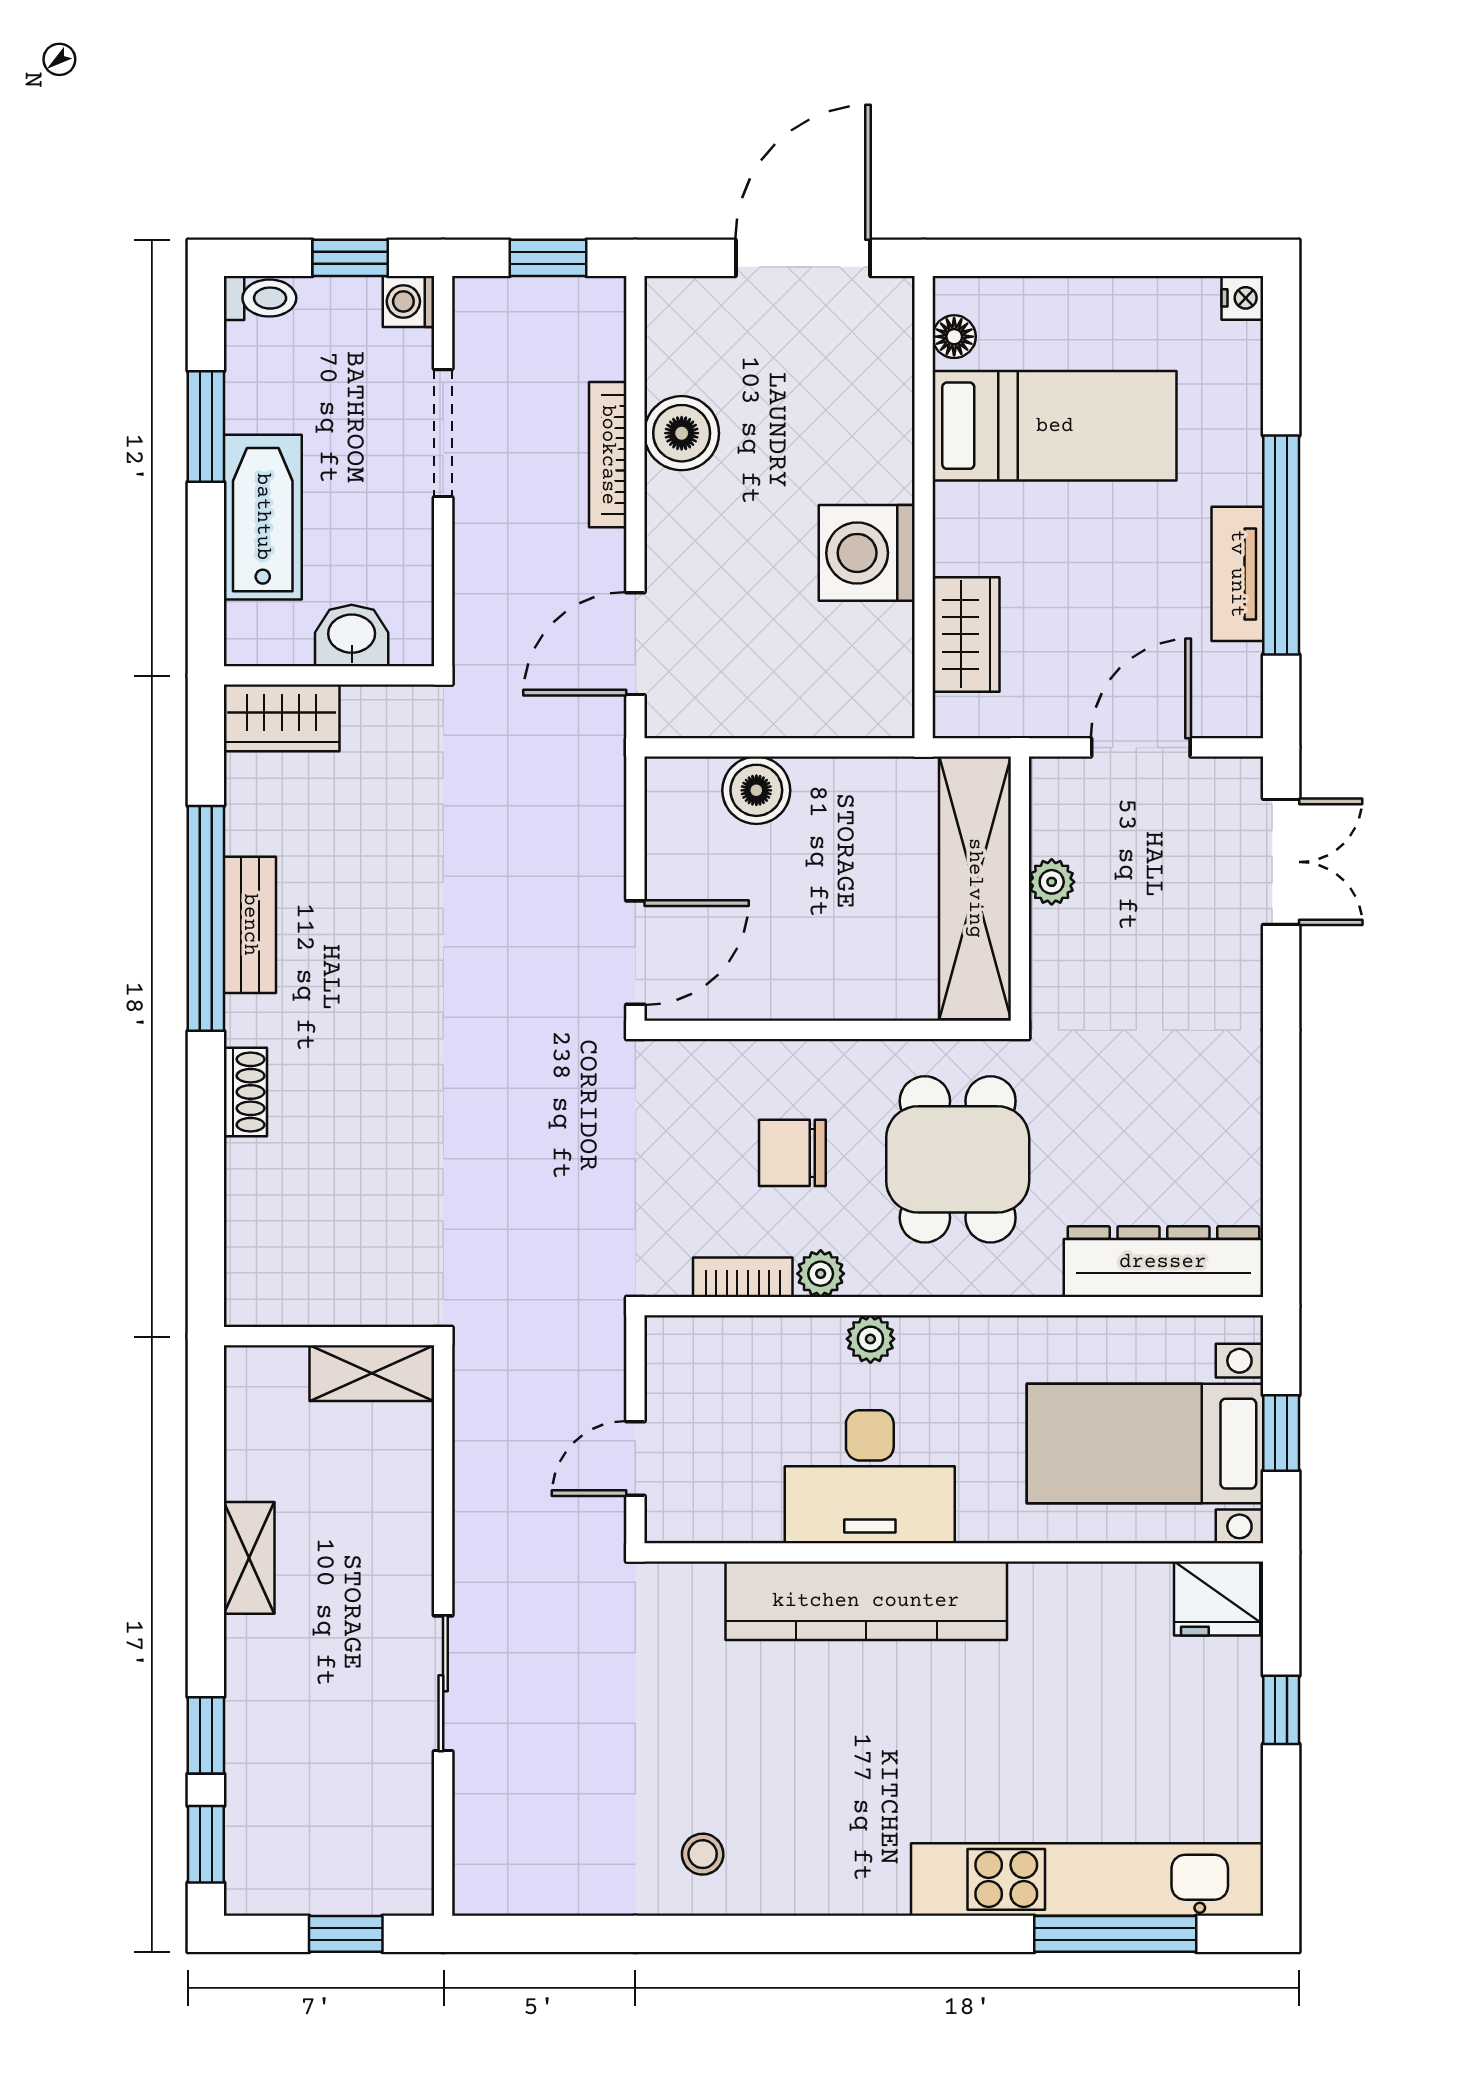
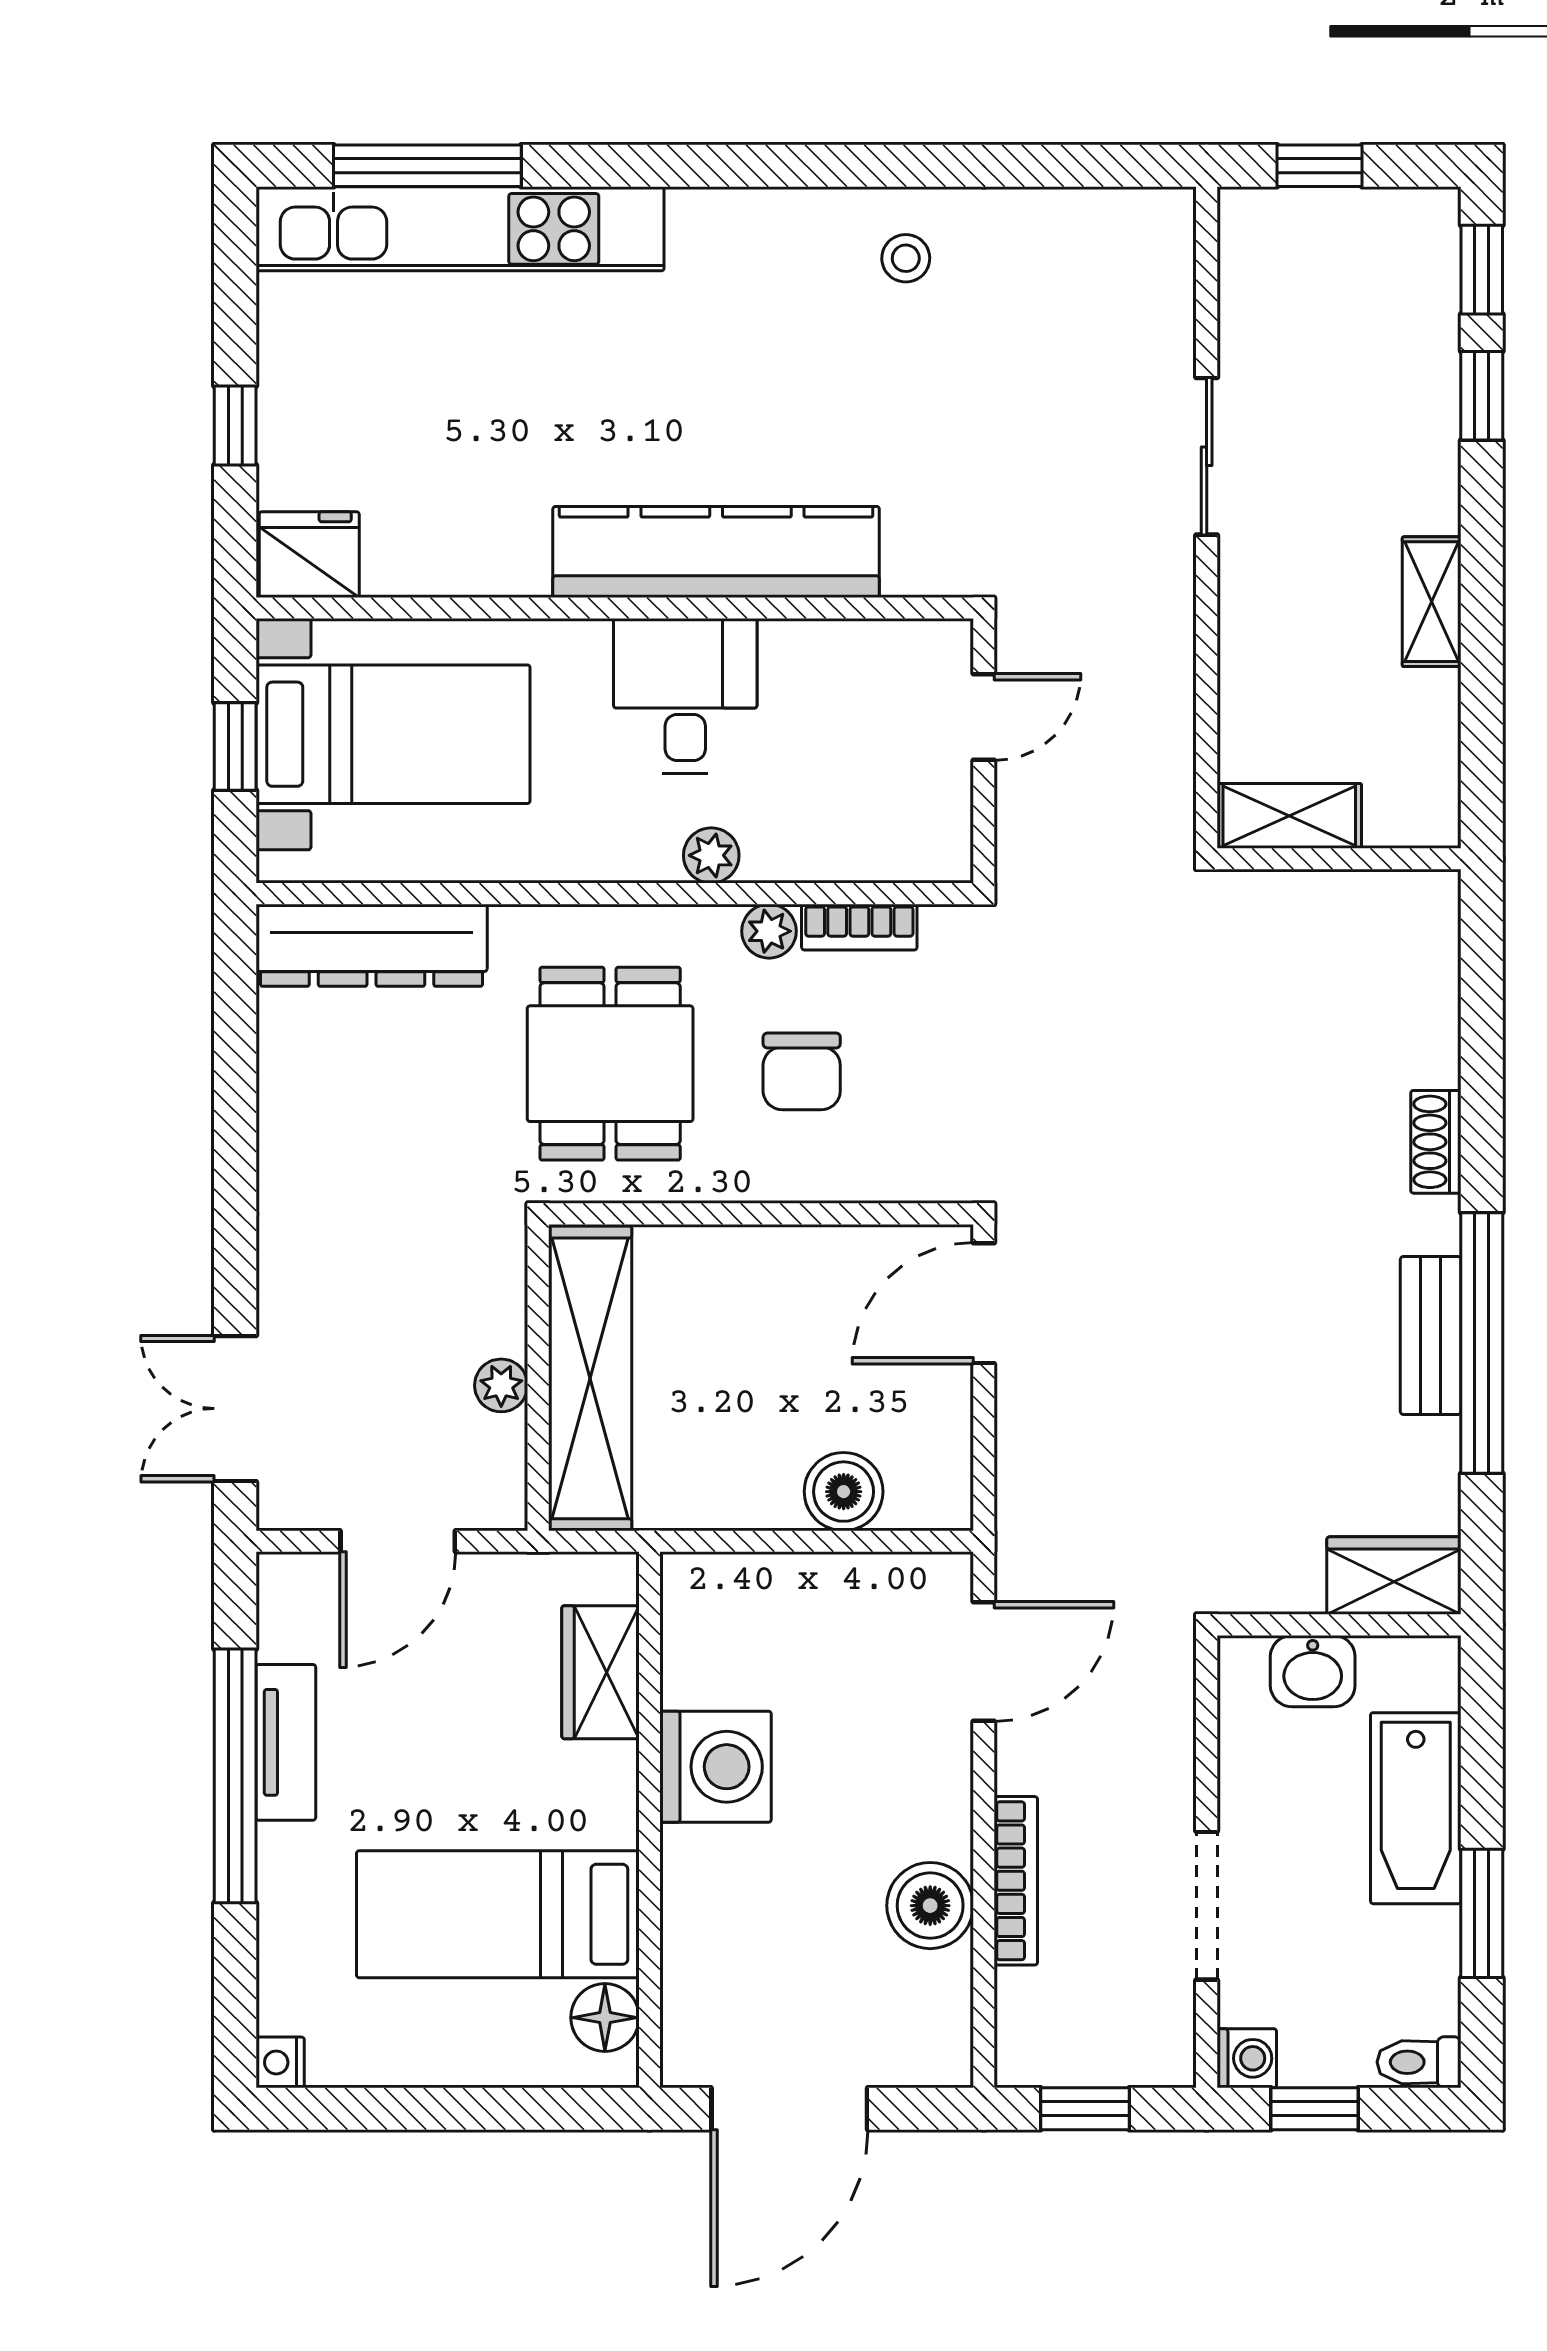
floor lamp: (954, 337) -> (605, 2018), width x1.37, depth x1.37
chair: (792, 1153) -> (802, 1071), turned 90
desk: (870, 1477) -> (685, 696), width x0.73

